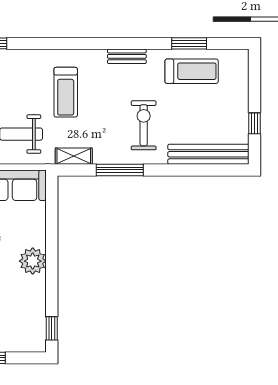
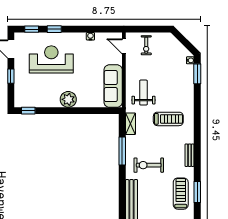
treadmill: (192, 71) -> (181, 194), turned 180
treadmill: (66, 92) -> (168, 119), turned 180
exercise bike: (144, 125) -> (149, 165), turned 180

